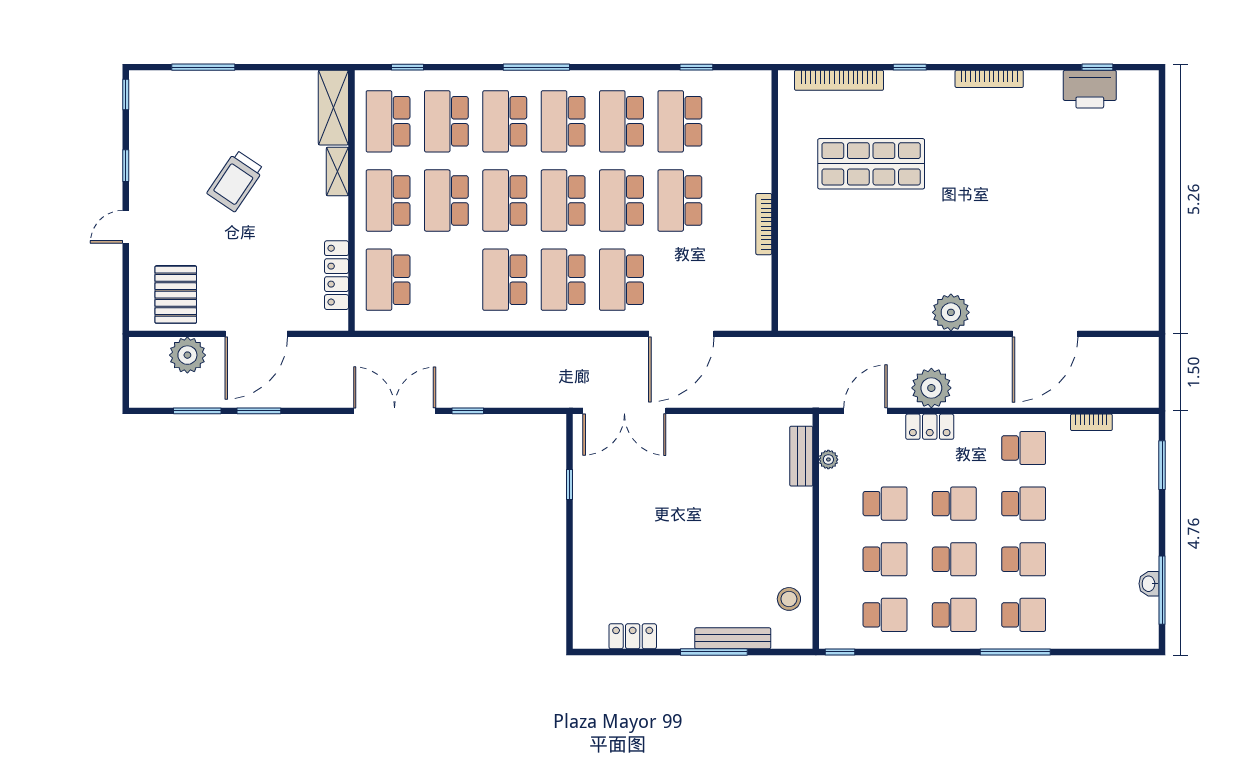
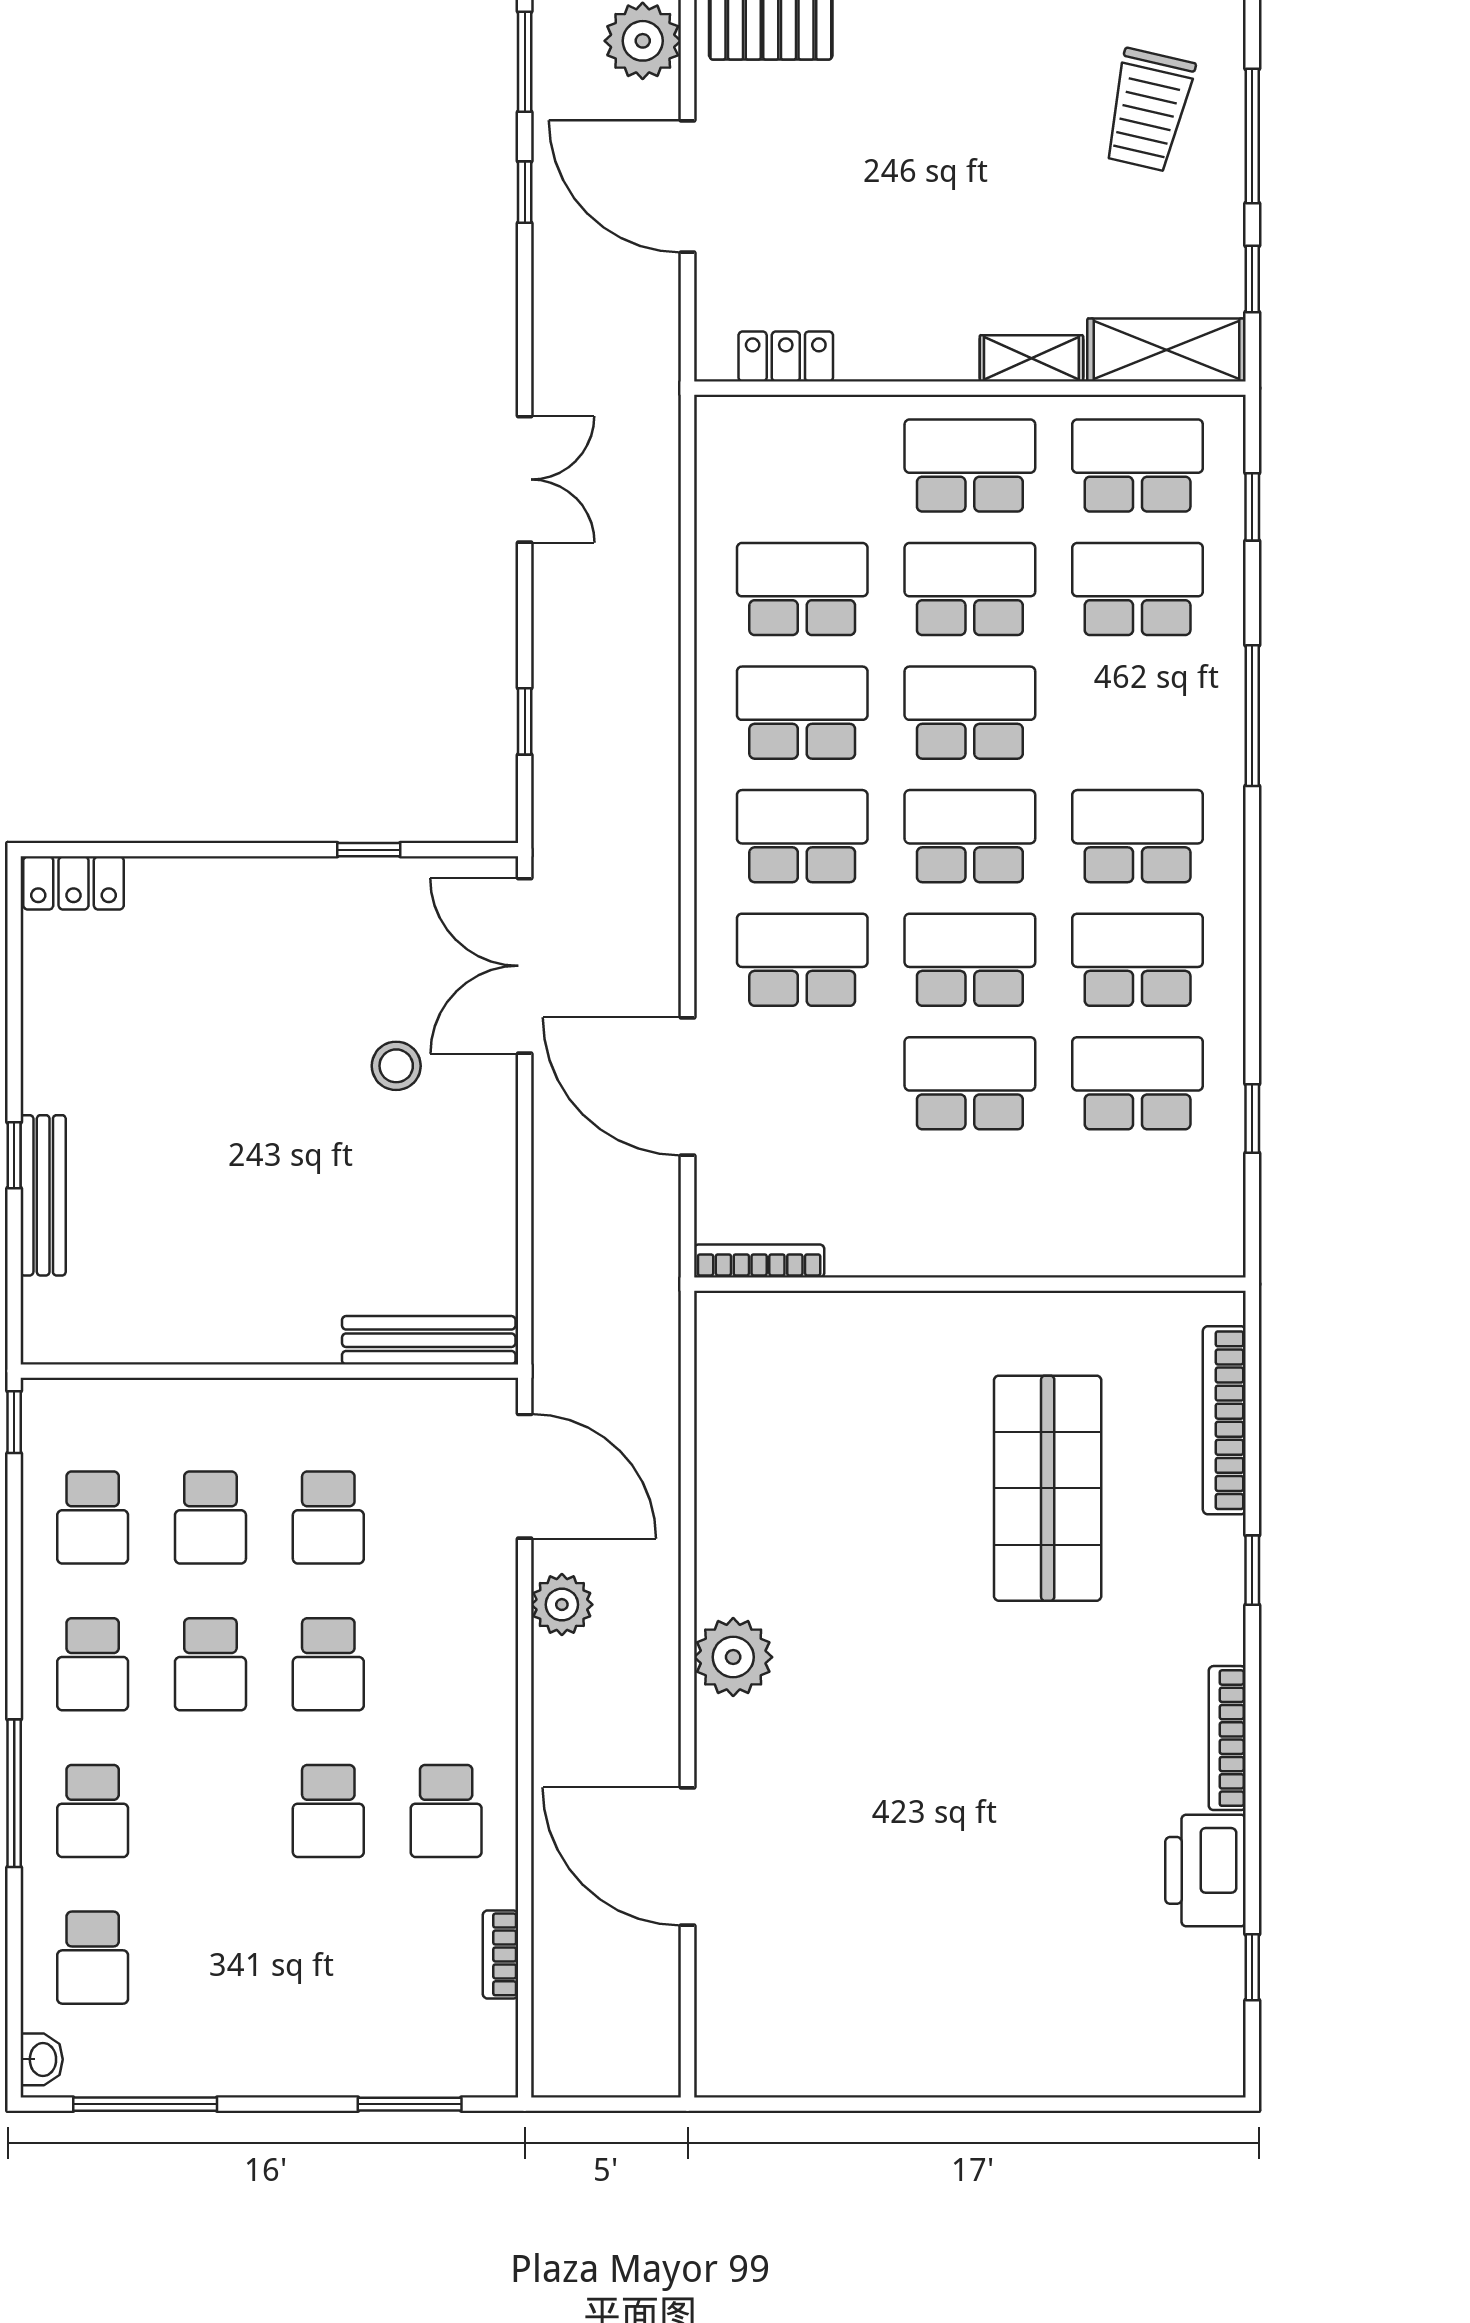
window: (203, 67) -> (1252, 136), moved
window: (300, 67) -> (1252, 279), added
window: (536, 67) -> (1252, 716), moved
printer: (1090, 89) -> (1206, 1870), moved
school desk: (505, 121) -> (1138, 713), removed
trolley: (235, 181) -> (1148, 110), moved, turned -111
bookcase: (764, 224) -> (759, 1261), moved
locker: (337, 275) -> (786, 356), width x0.66
school desk: (388, 280) -> (802, 589), moved
plant: (931, 388) -> (562, 1605), width x0.73, depth x0.73
window: (259, 411) -> (525, 192), width x0.67
double door: (395, 411) -> (525, 479), width x0.73
window: (468, 411) -> (525, 721), moved
door: (865, 411) -> (525, 1476), width x1.36
locker: (930, 427) -> (491, 1612), removed
bench: (801, 456) -> (429, 1340), width x1.36
plant: (828, 459) -> (422, 1398), removed
school desk: (1024, 559) -> (93, 1958), moved
washbasin: (1149, 584) -> (42, 2059), moved, turned 90
stool: (789, 599) -> (396, 1066), moved
locker: (633, 636) -> (74, 883), moved, turned 90
window: (714, 652) -> (14, 1155), width x0.46

